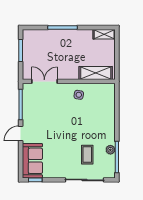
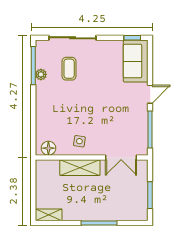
shelving: (96, 73) -> (80, 168), moved
floor lamp: (104, 89) -> (48, 148), added

